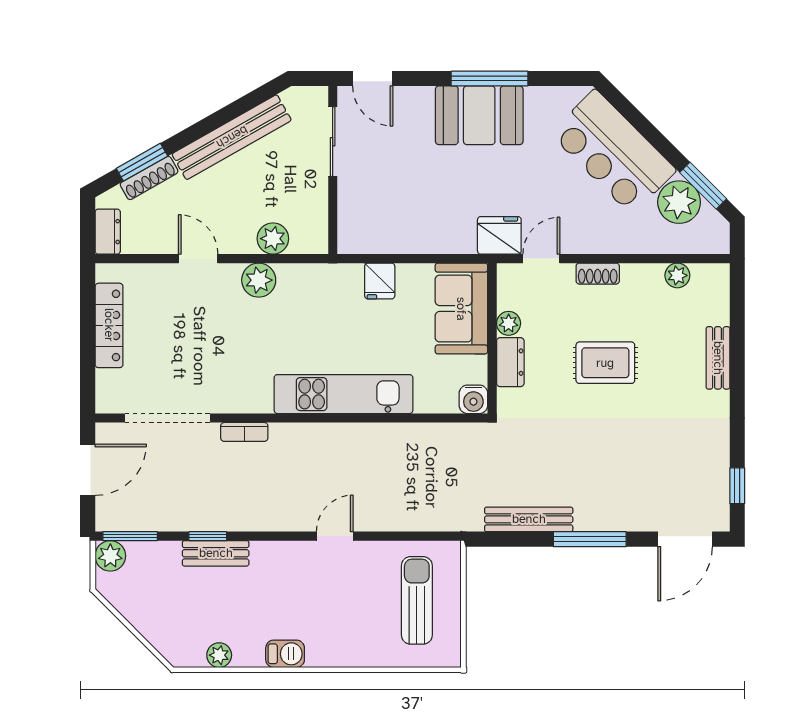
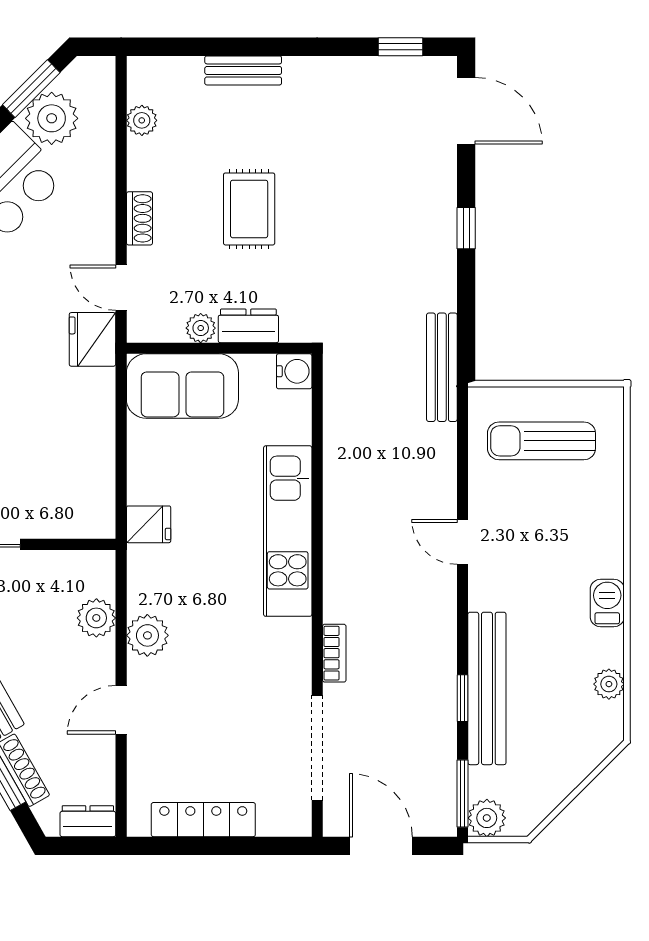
fridge: (380, 281) -> (149, 524), moved
bench: (529, 519) -> (442, 367), moved
window: (590, 539) -> (466, 228), width x0.46
bench: (216, 553) -> (487, 688), width x1.86, depth x1.21

